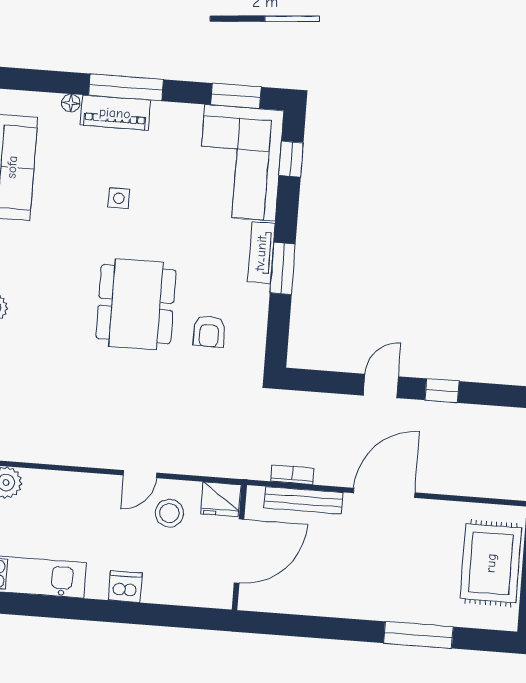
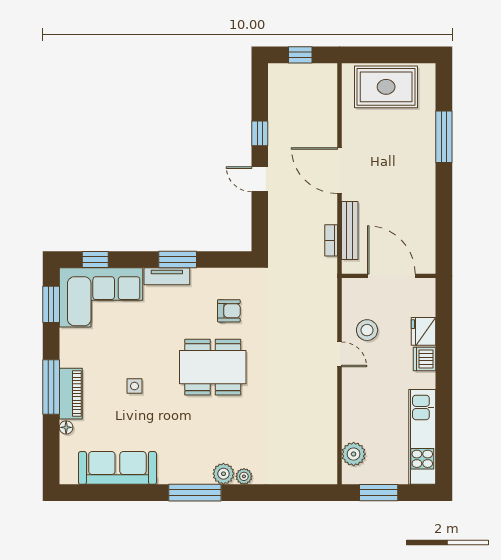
fridge: (221, 499) -> (424, 331), moved, turned 180

